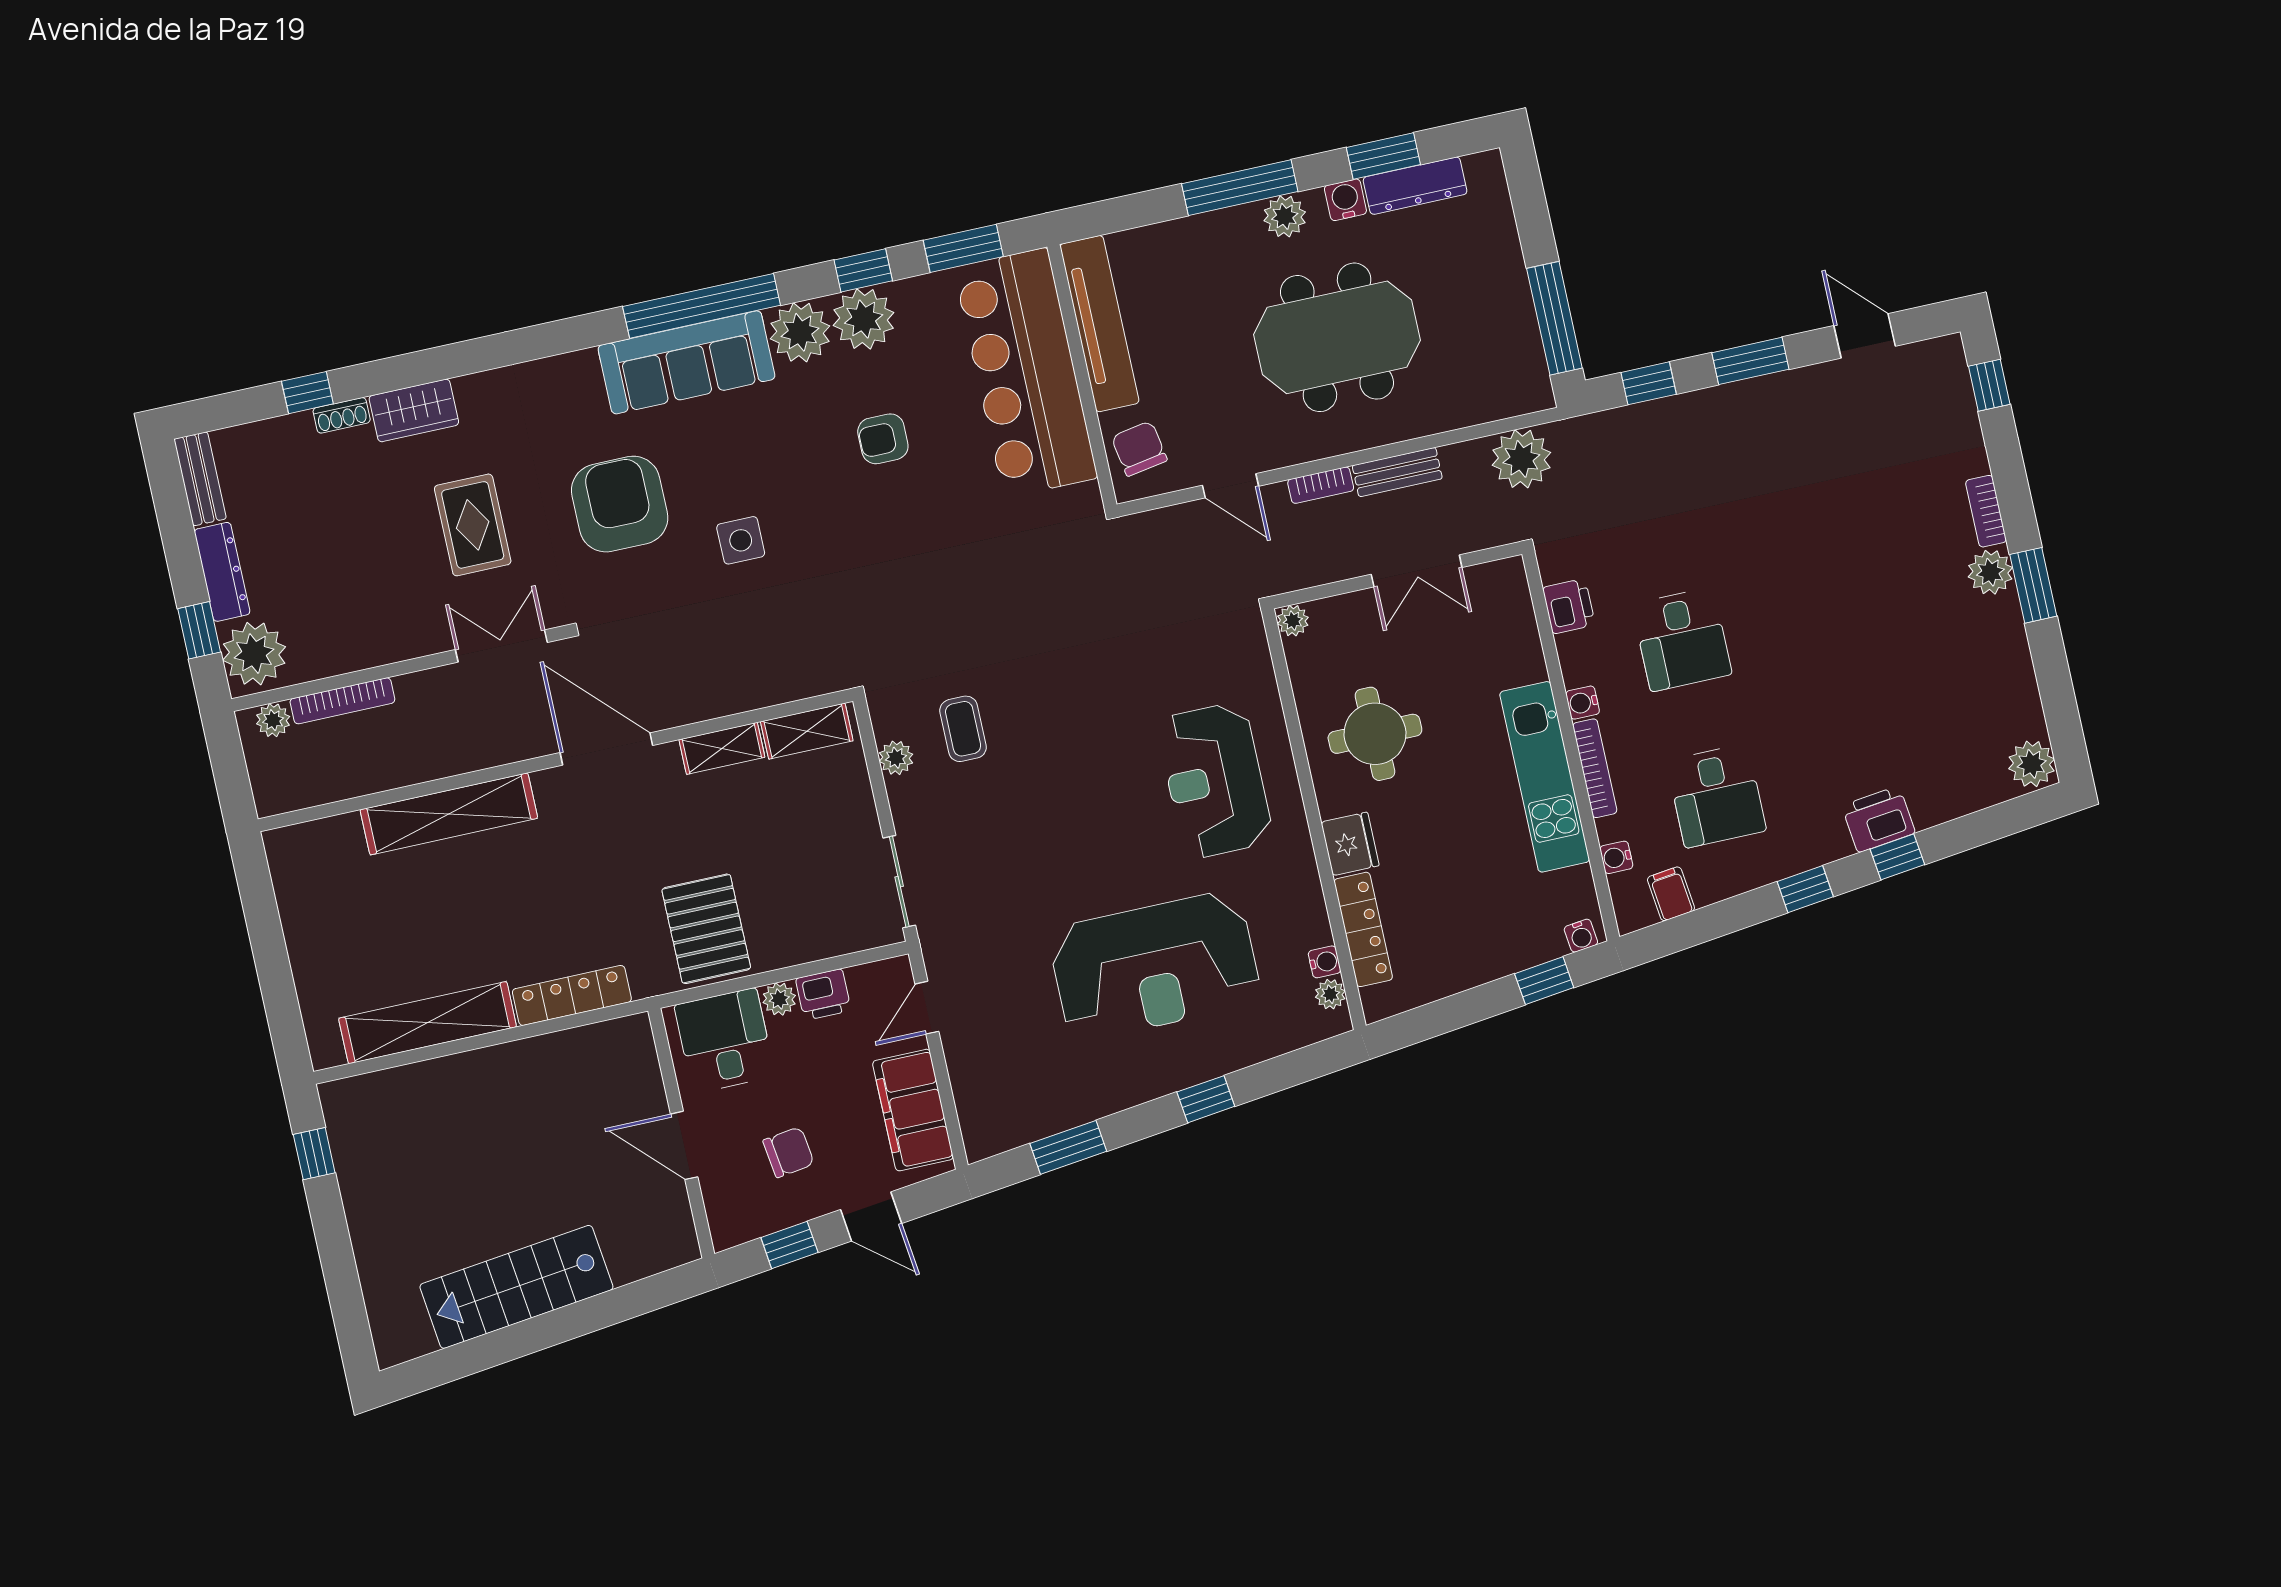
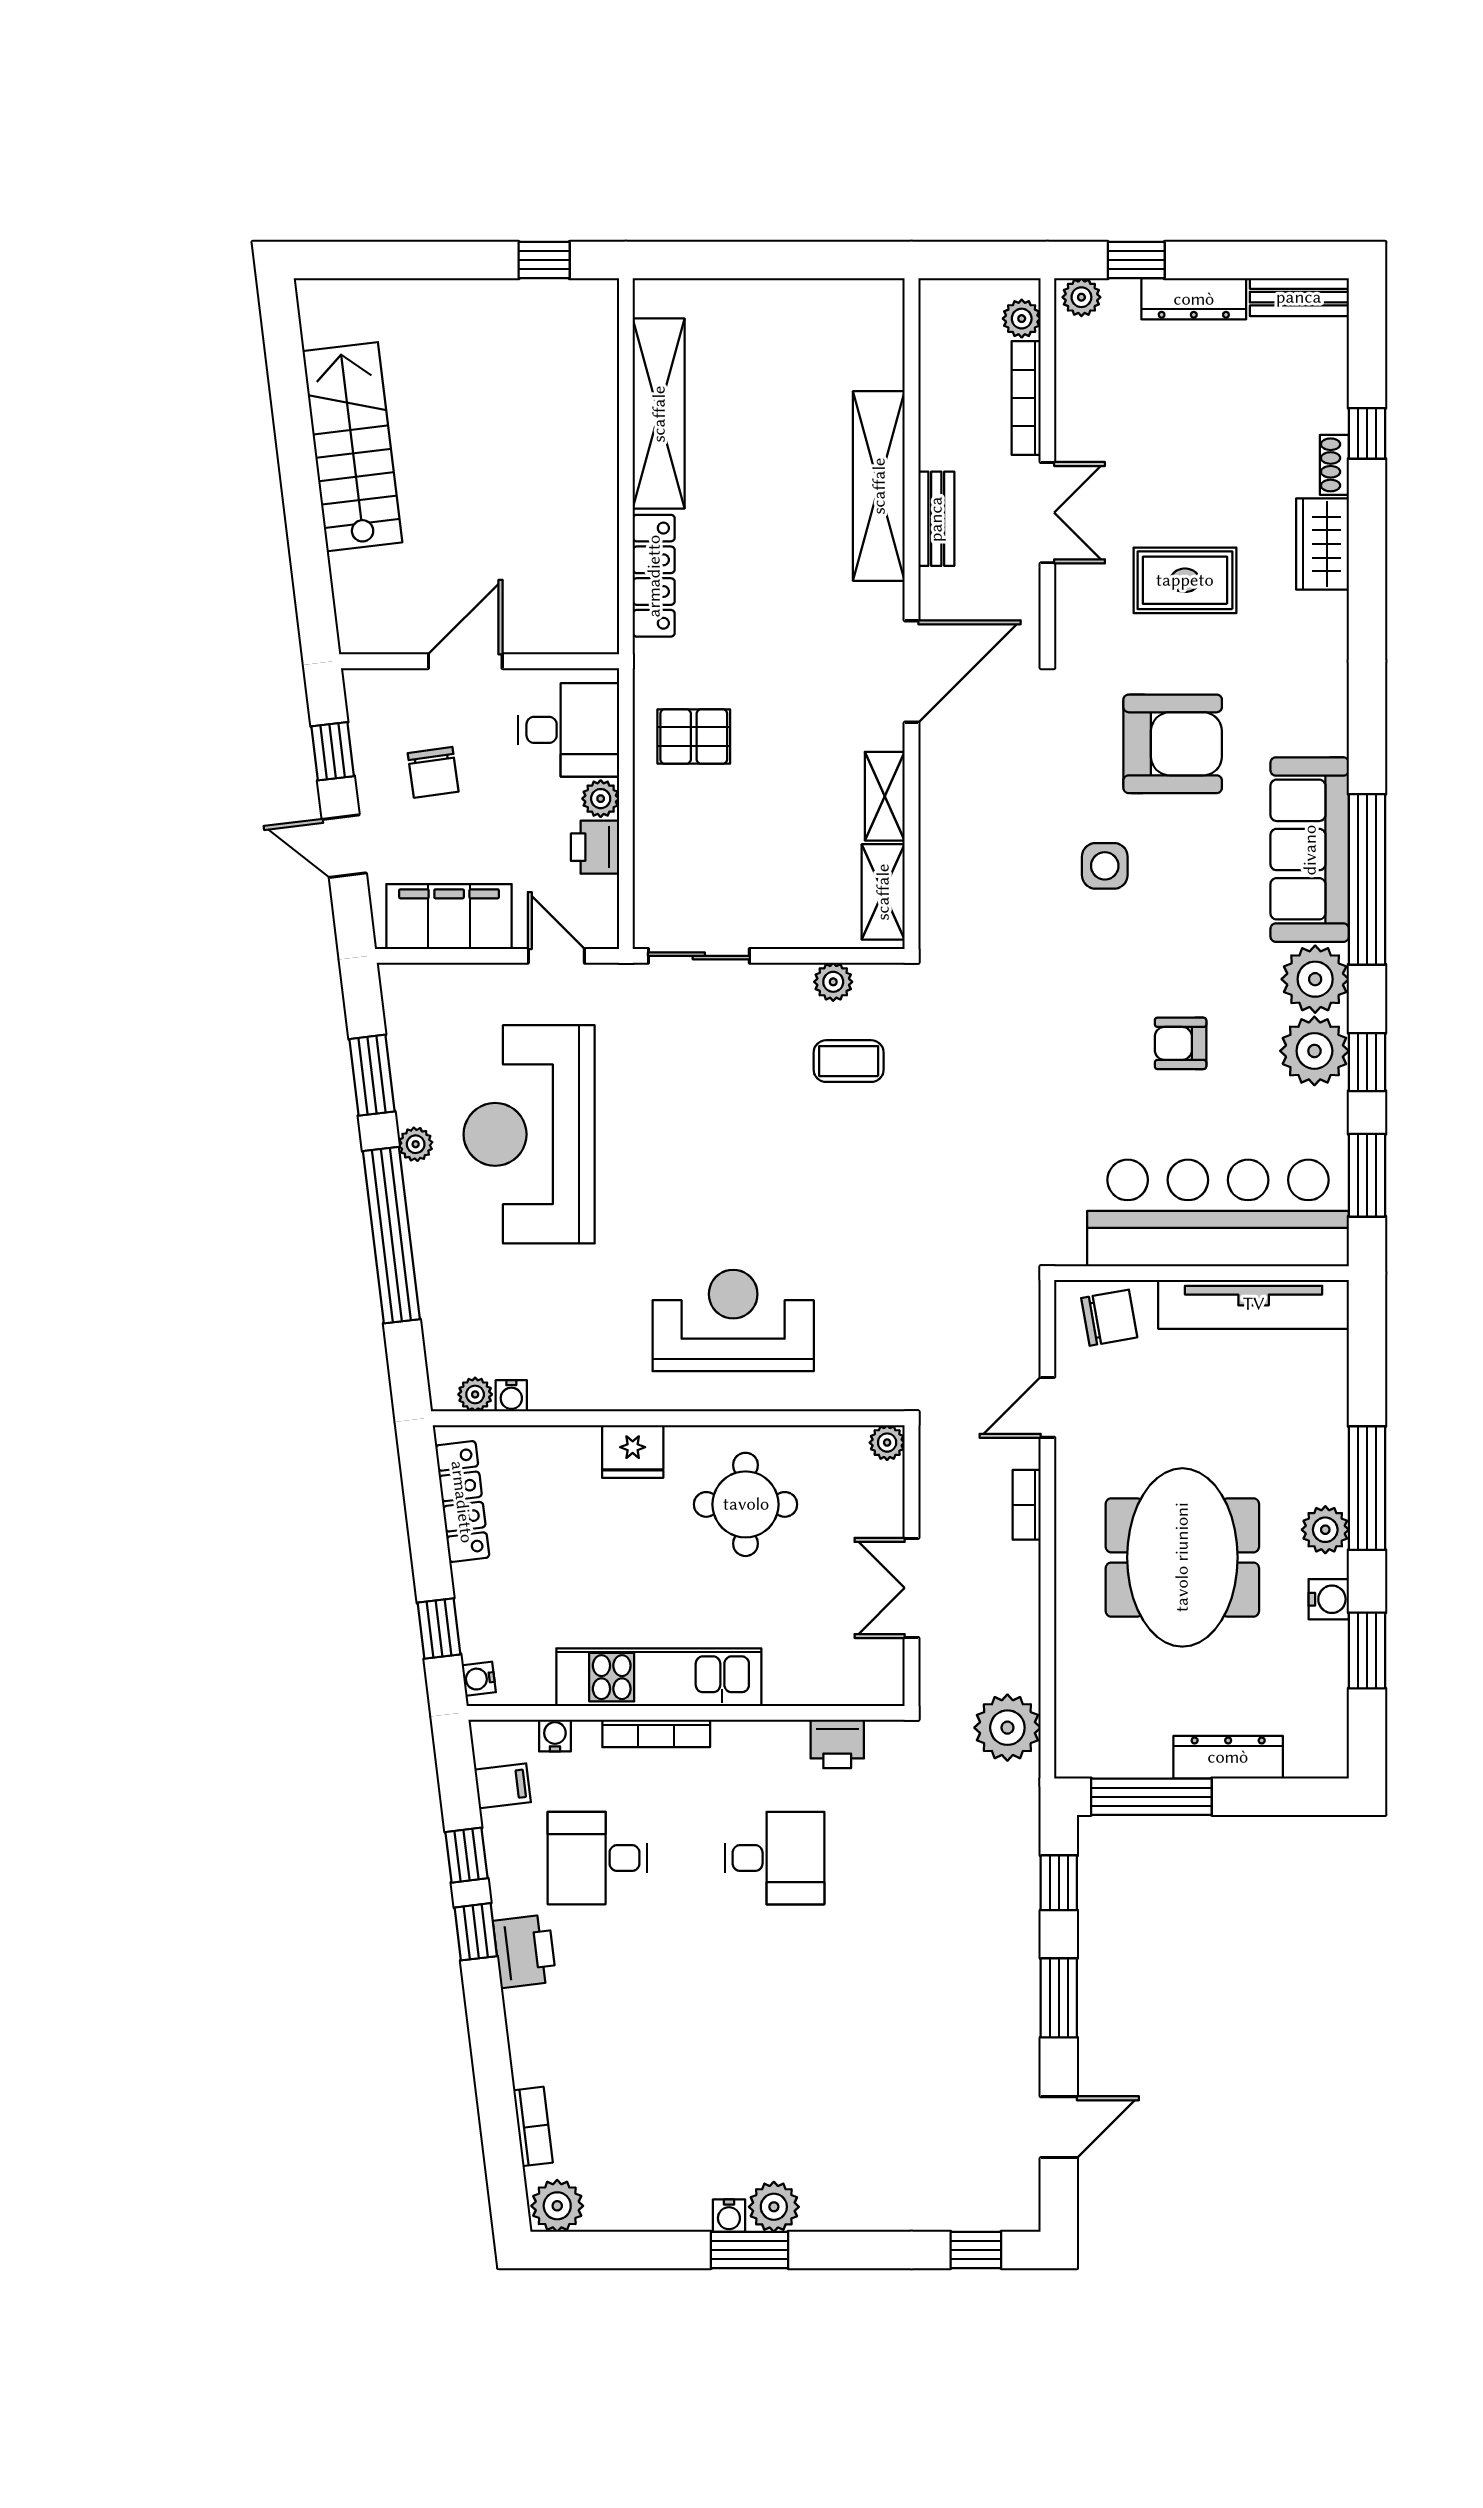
dresser: (1415, 186) -> (1228, 1757), moved, turned 90
armchair: (883, 439) -> (1181, 1043), turned -90
bench: (1397, 472) -> (936, 519), moved
bookcase: (1986, 511) -> (533, 2126), moved, turned 83
desk: (1682, 639) -> (775, 1858), turned 180
double door: (501, 646) -> (1047, 513), moved
plant: (254, 654) -> (1081, 297), width x0.53, depth x0.53
water cooler: (1583, 703) -> (729, 2216), moved, turned 180
printer: (1879, 819) -> (525, 1951), moved
window: (1897, 857) -> (466, 1855), moved
pallet: (706, 929) -> (694, 736), width x0.67, depth x0.71
locker: (1363, 929) -> (462, 1502), moved, turned -97
reception desk: (1155, 966) -> (529, 1134), moved
plant: (1121, 1095) -> (416, 1144), added
window: (1206, 1099) -> (391, 1235), width x3.17
door: (871, 1216) -> (344, 846), hinge flipped

